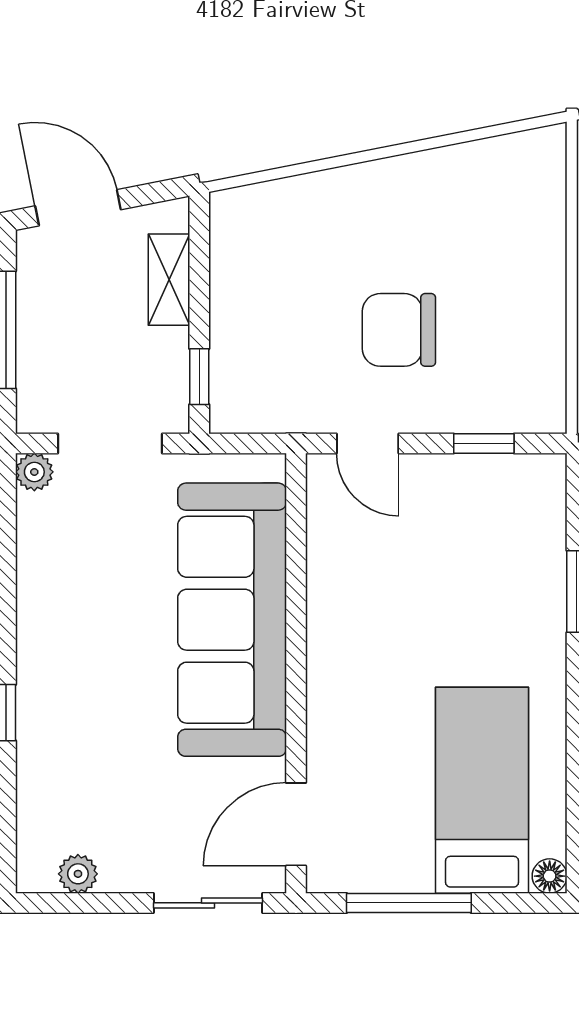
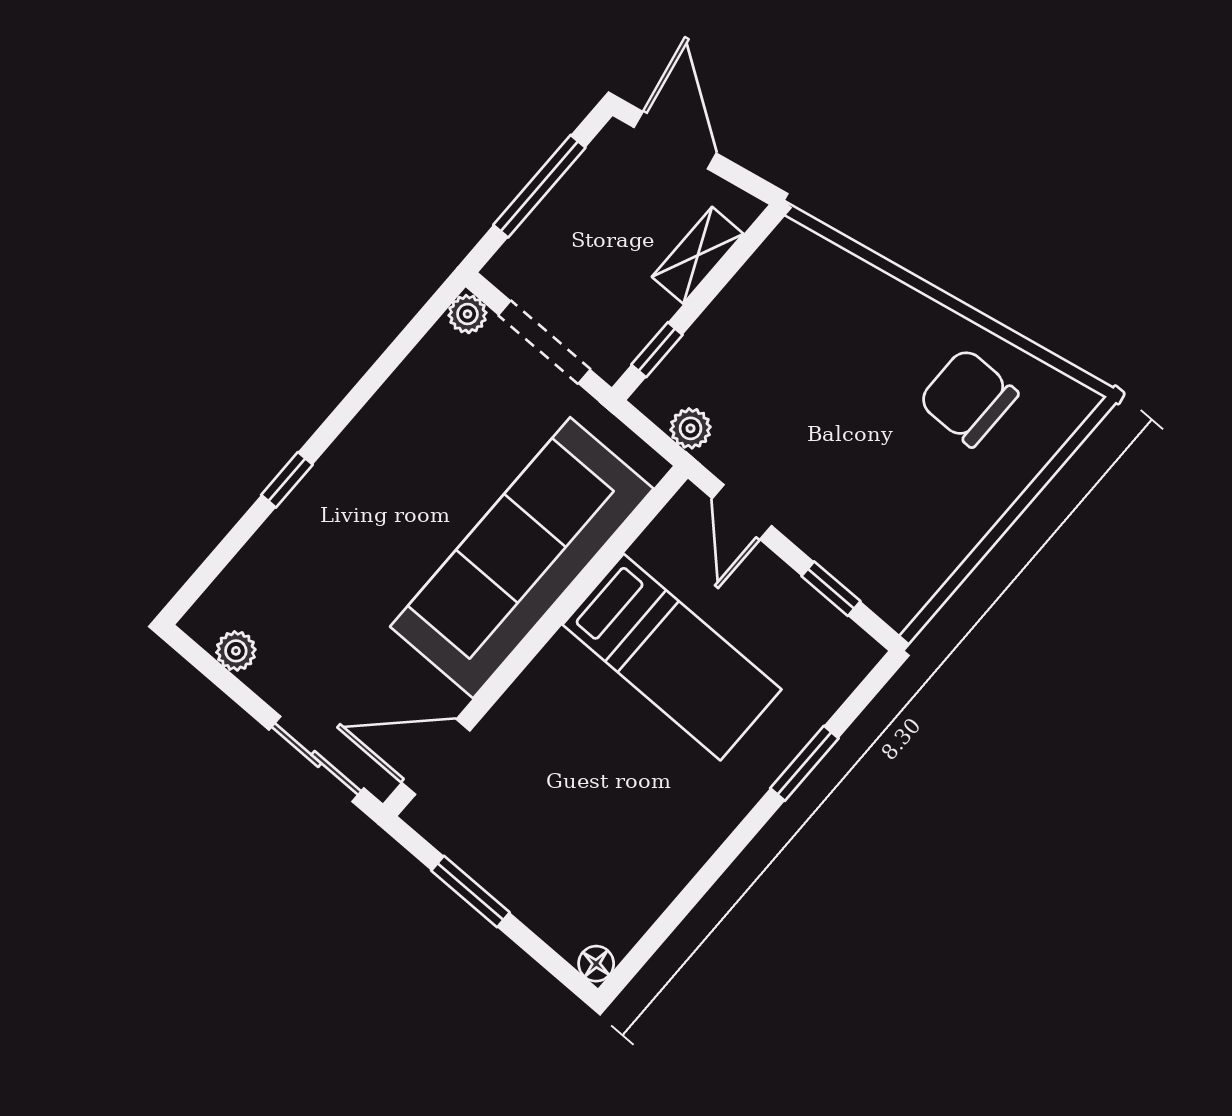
chair: (399, 330) -> (968, 397), moved
plant: (275, 414) -> (691, 428), added
bed: (482, 790) -> (672, 657), moved, turned 90
window: (409, 903) -> (470, 892), width x0.69

